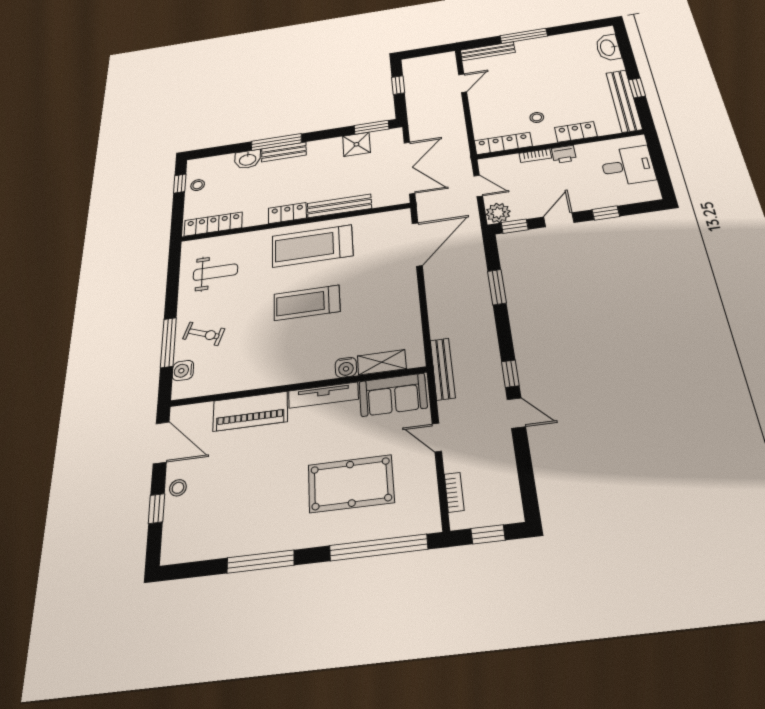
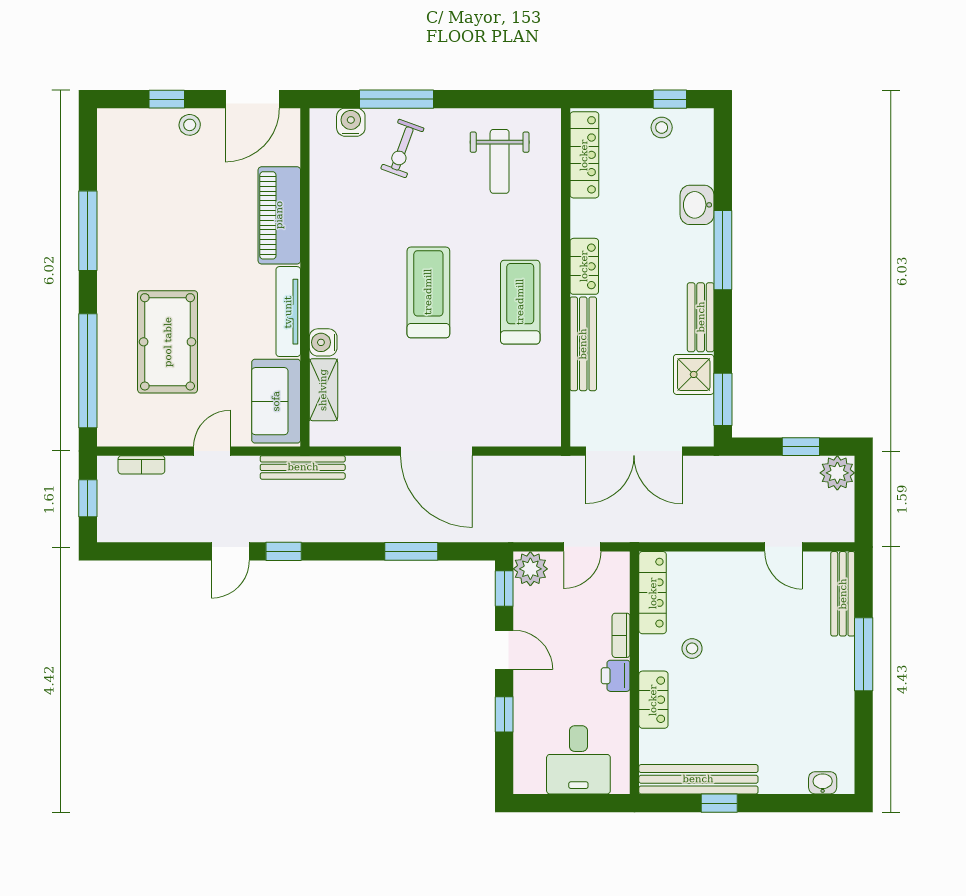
washbasin: (608, 48) -> (823, 783), width x0.52, depth x0.69
plant: (413, 66) -> (837, 473), added
bench: (284, 152) -> (701, 317), moved
door: (417, 244) -> (436, 451), moved
treadmill: (312, 246) -> (520, 302), width x0.73, depth x0.73

